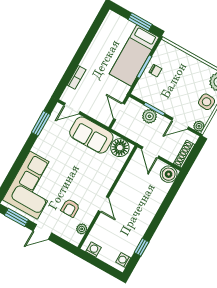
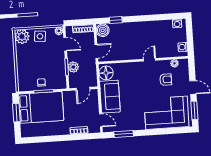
bed: (134, 56) -> (41, 107), width x1.50
window: (142, 247) -> (116, 20), moved

